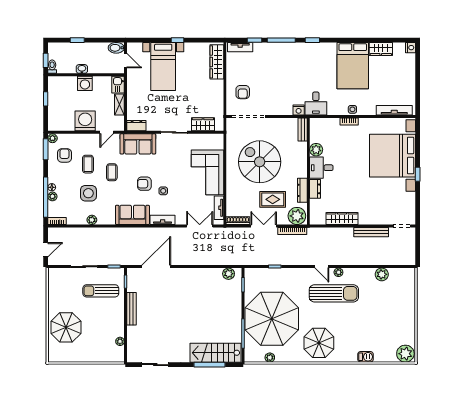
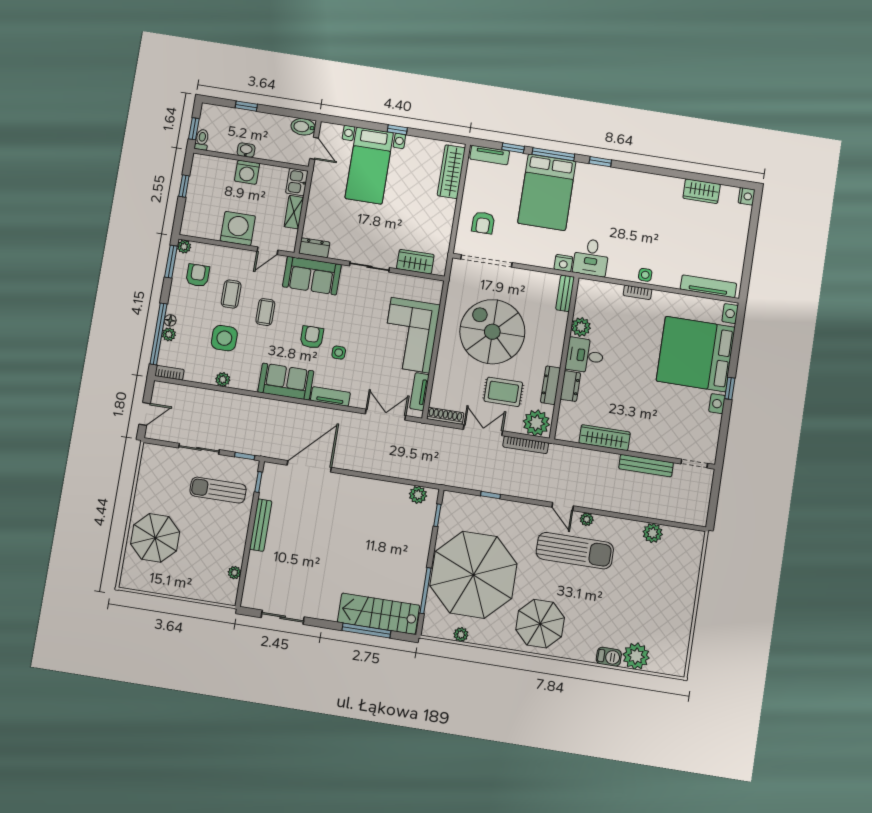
bed: (353, 66) -> (547, 192), moved
armchair: (144, 184) -> (312, 337), turned 90
plant: (405, 354) -> (636, 656), moved

